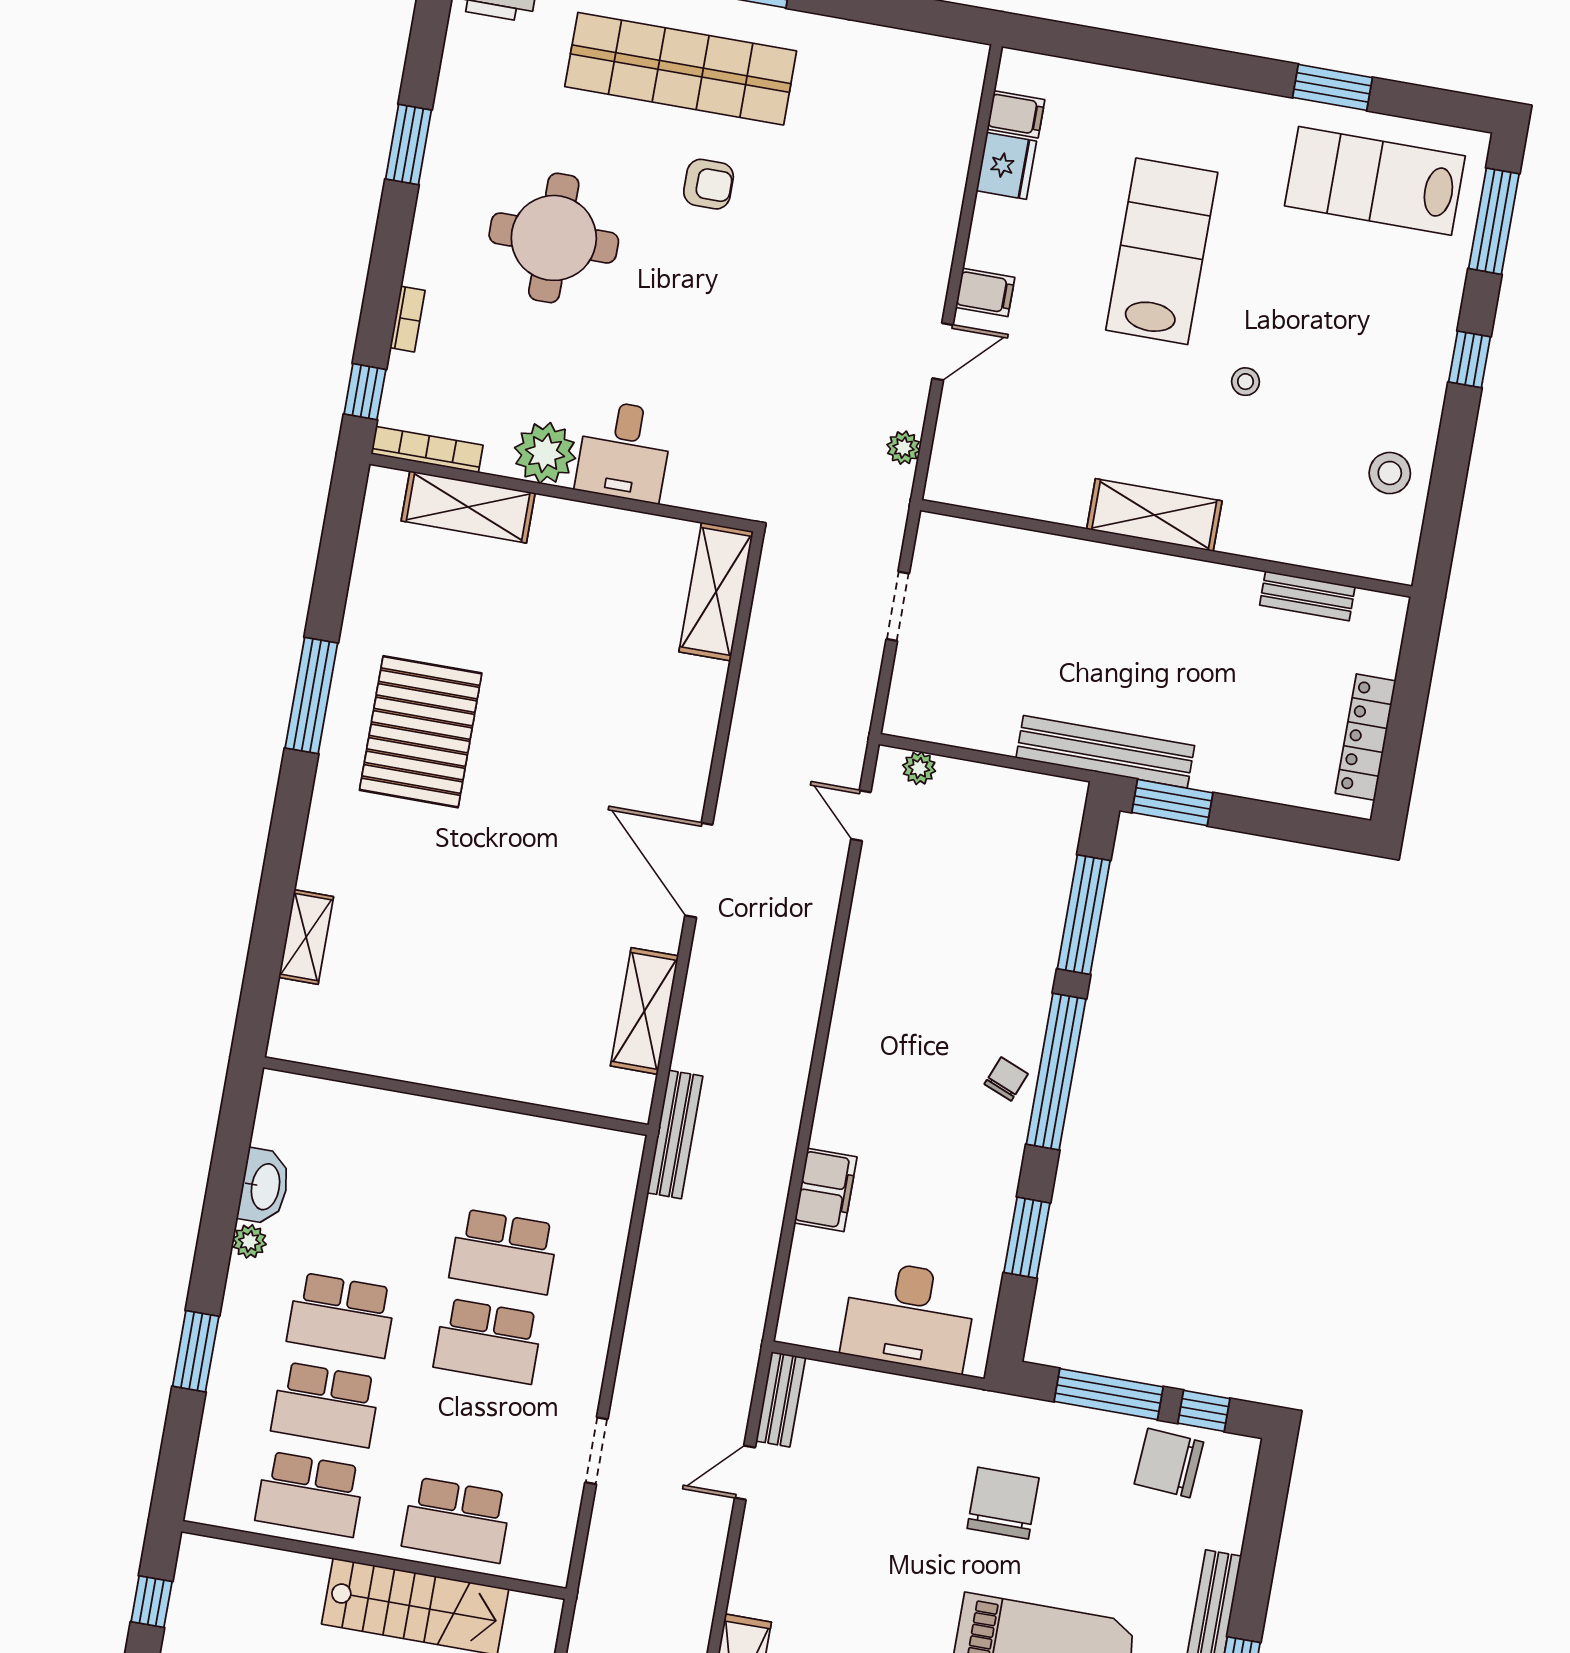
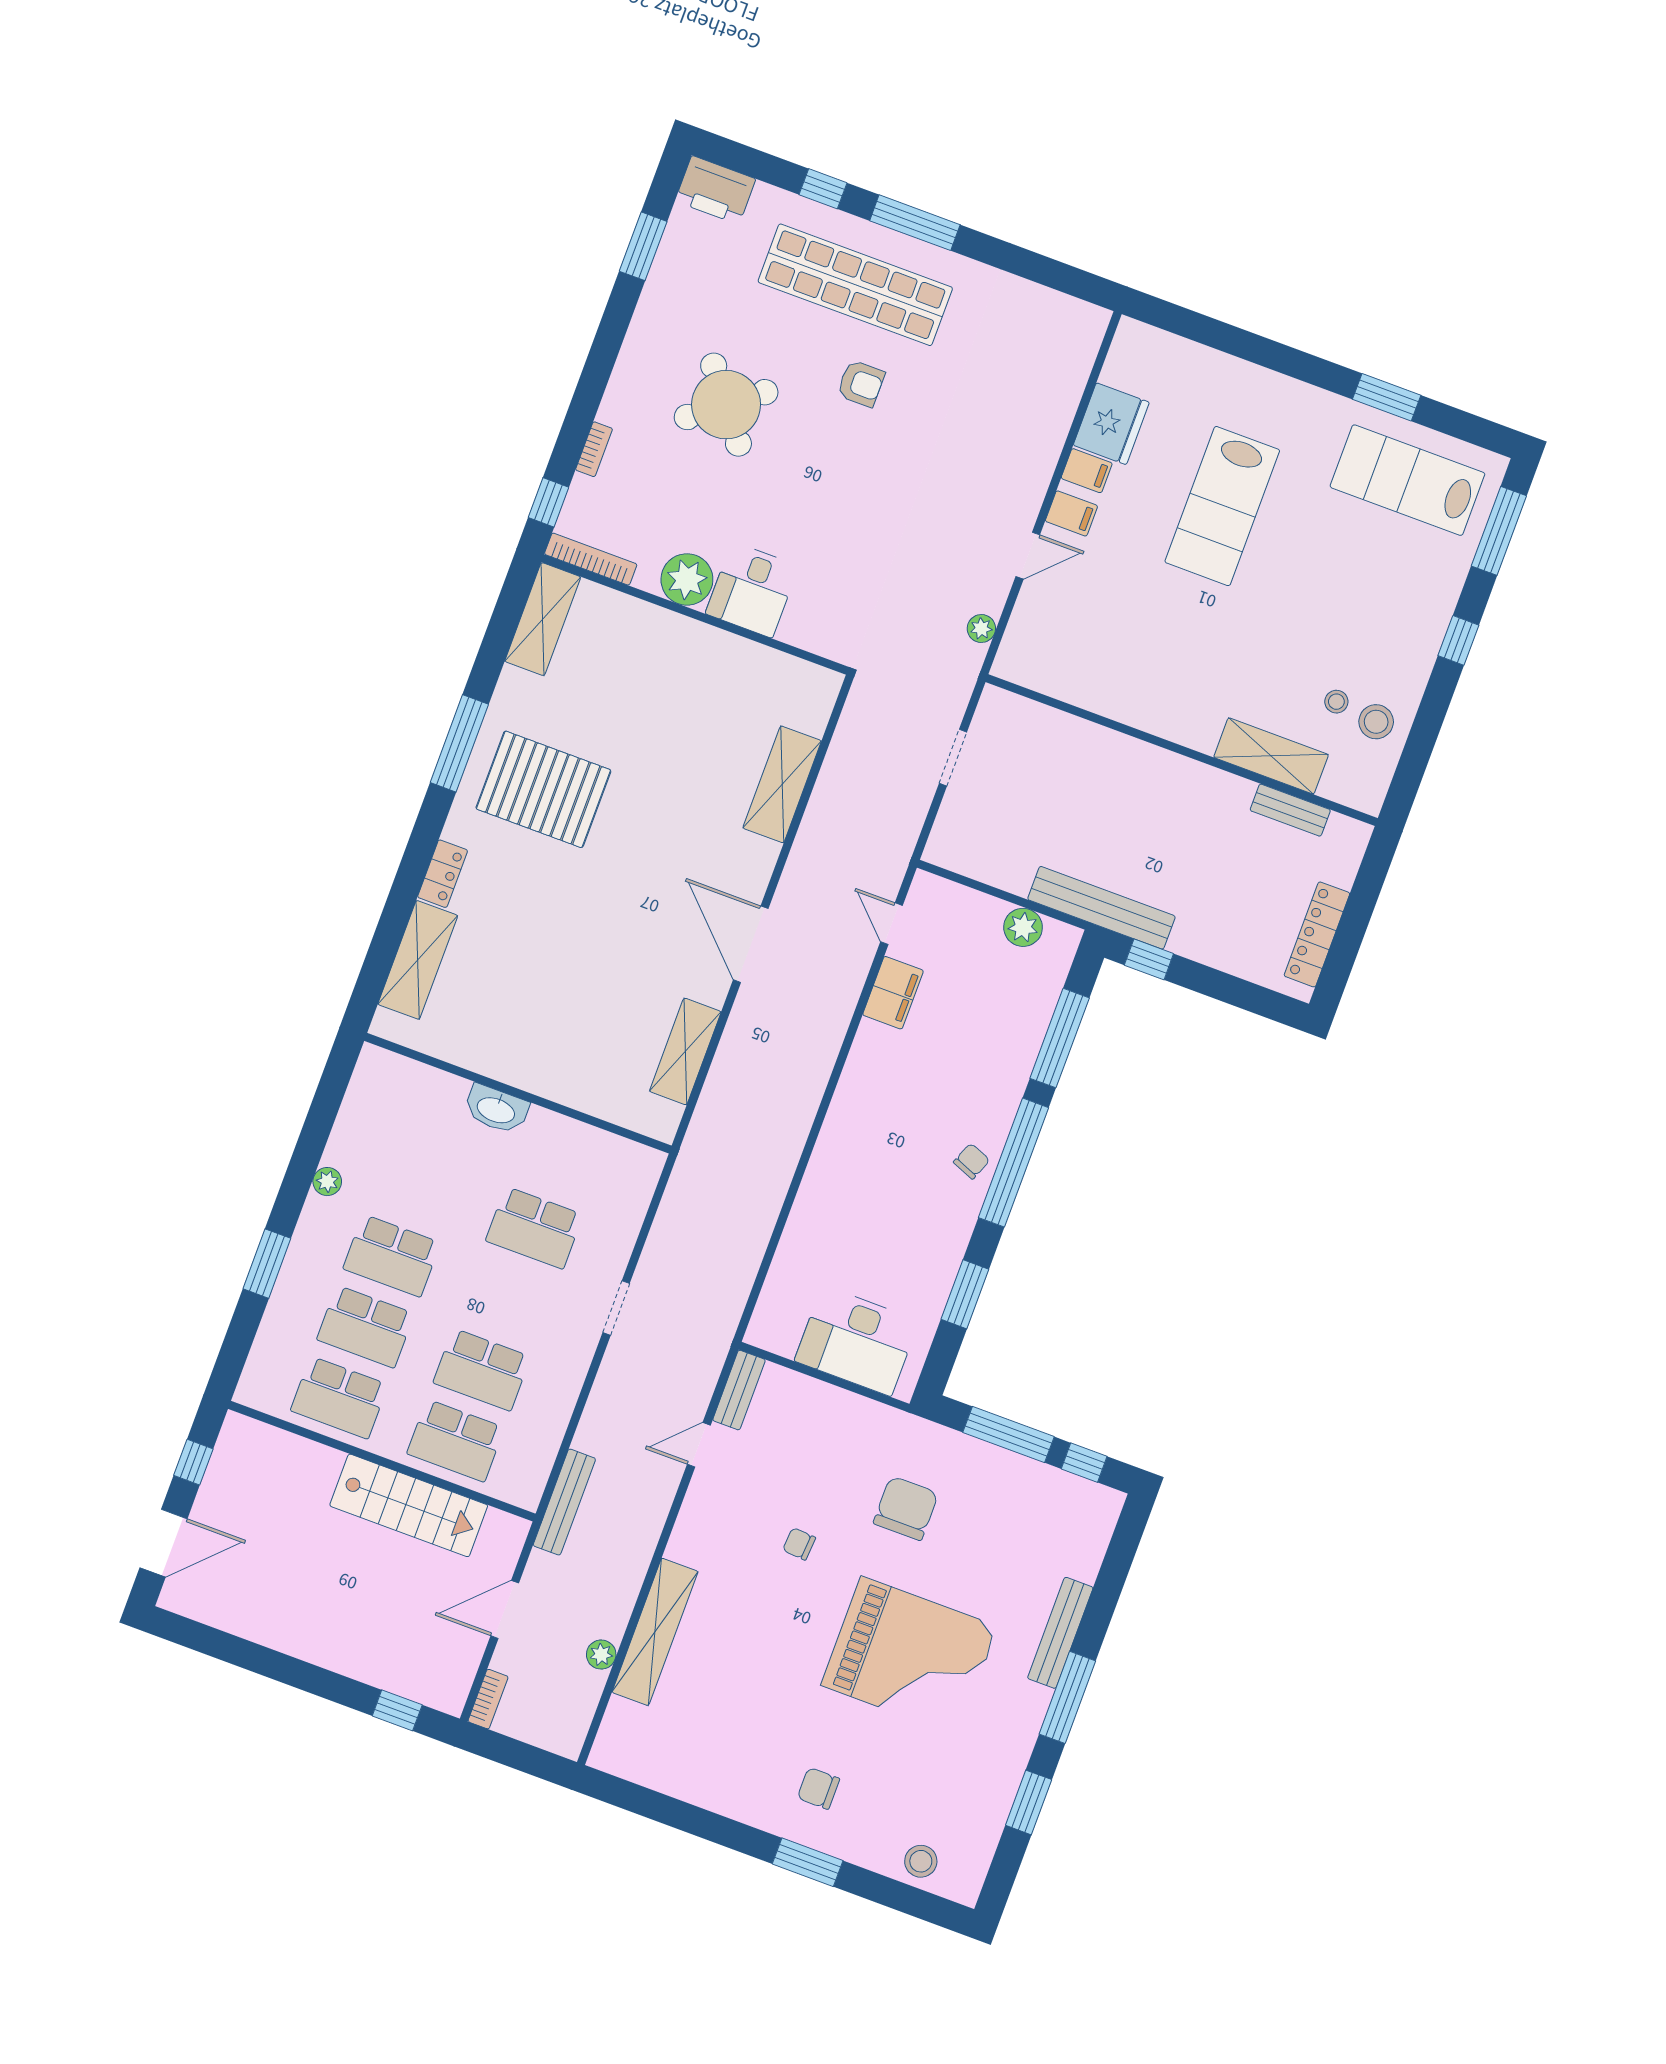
filing cabinet: (1016, 114) -> (1087, 471), moved
window: (409, 145) -> (643, 246), moved
fridge: (1006, 166) -> (1111, 424), width x1.36, depth x1.34
round table: (554, 238) -> (726, 405), turned -38
lab bench: (1162, 251) -> (1222, 506), turned 180
stool: (1245, 382) -> (1336, 702), moved
shelving: (468, 507) -> (543, 619), moved, turned 90
shelving: (1154, 515) -> (1271, 756), moved
shelving: (716, 592) -> (782, 784), moved
pallet: (421, 732) -> (543, 789), turned 90
plant: (919, 768) -> (1023, 927), moved, width x1.38, depth x1.38
window: (1172, 803) -> (1149, 959), width x0.67
locker: (320, 853) -> (443, 874), added
shelving: (306, 937) -> (418, 960), width x1.50, depth x1.33
bench: (675, 1134) -> (564, 1502), moved
washbasin: (264, 1186) -> (496, 1109), moved, turned 90
filing cabinet: (826, 1190) -> (893, 993), moved
school desk: (488, 1341) -> (482, 1370), moved
doorway: (596, 1451) -> (616, 1308), moved
chair: (1169, 1463) -> (799, 1544), moved, width x0.54, depth x0.54

